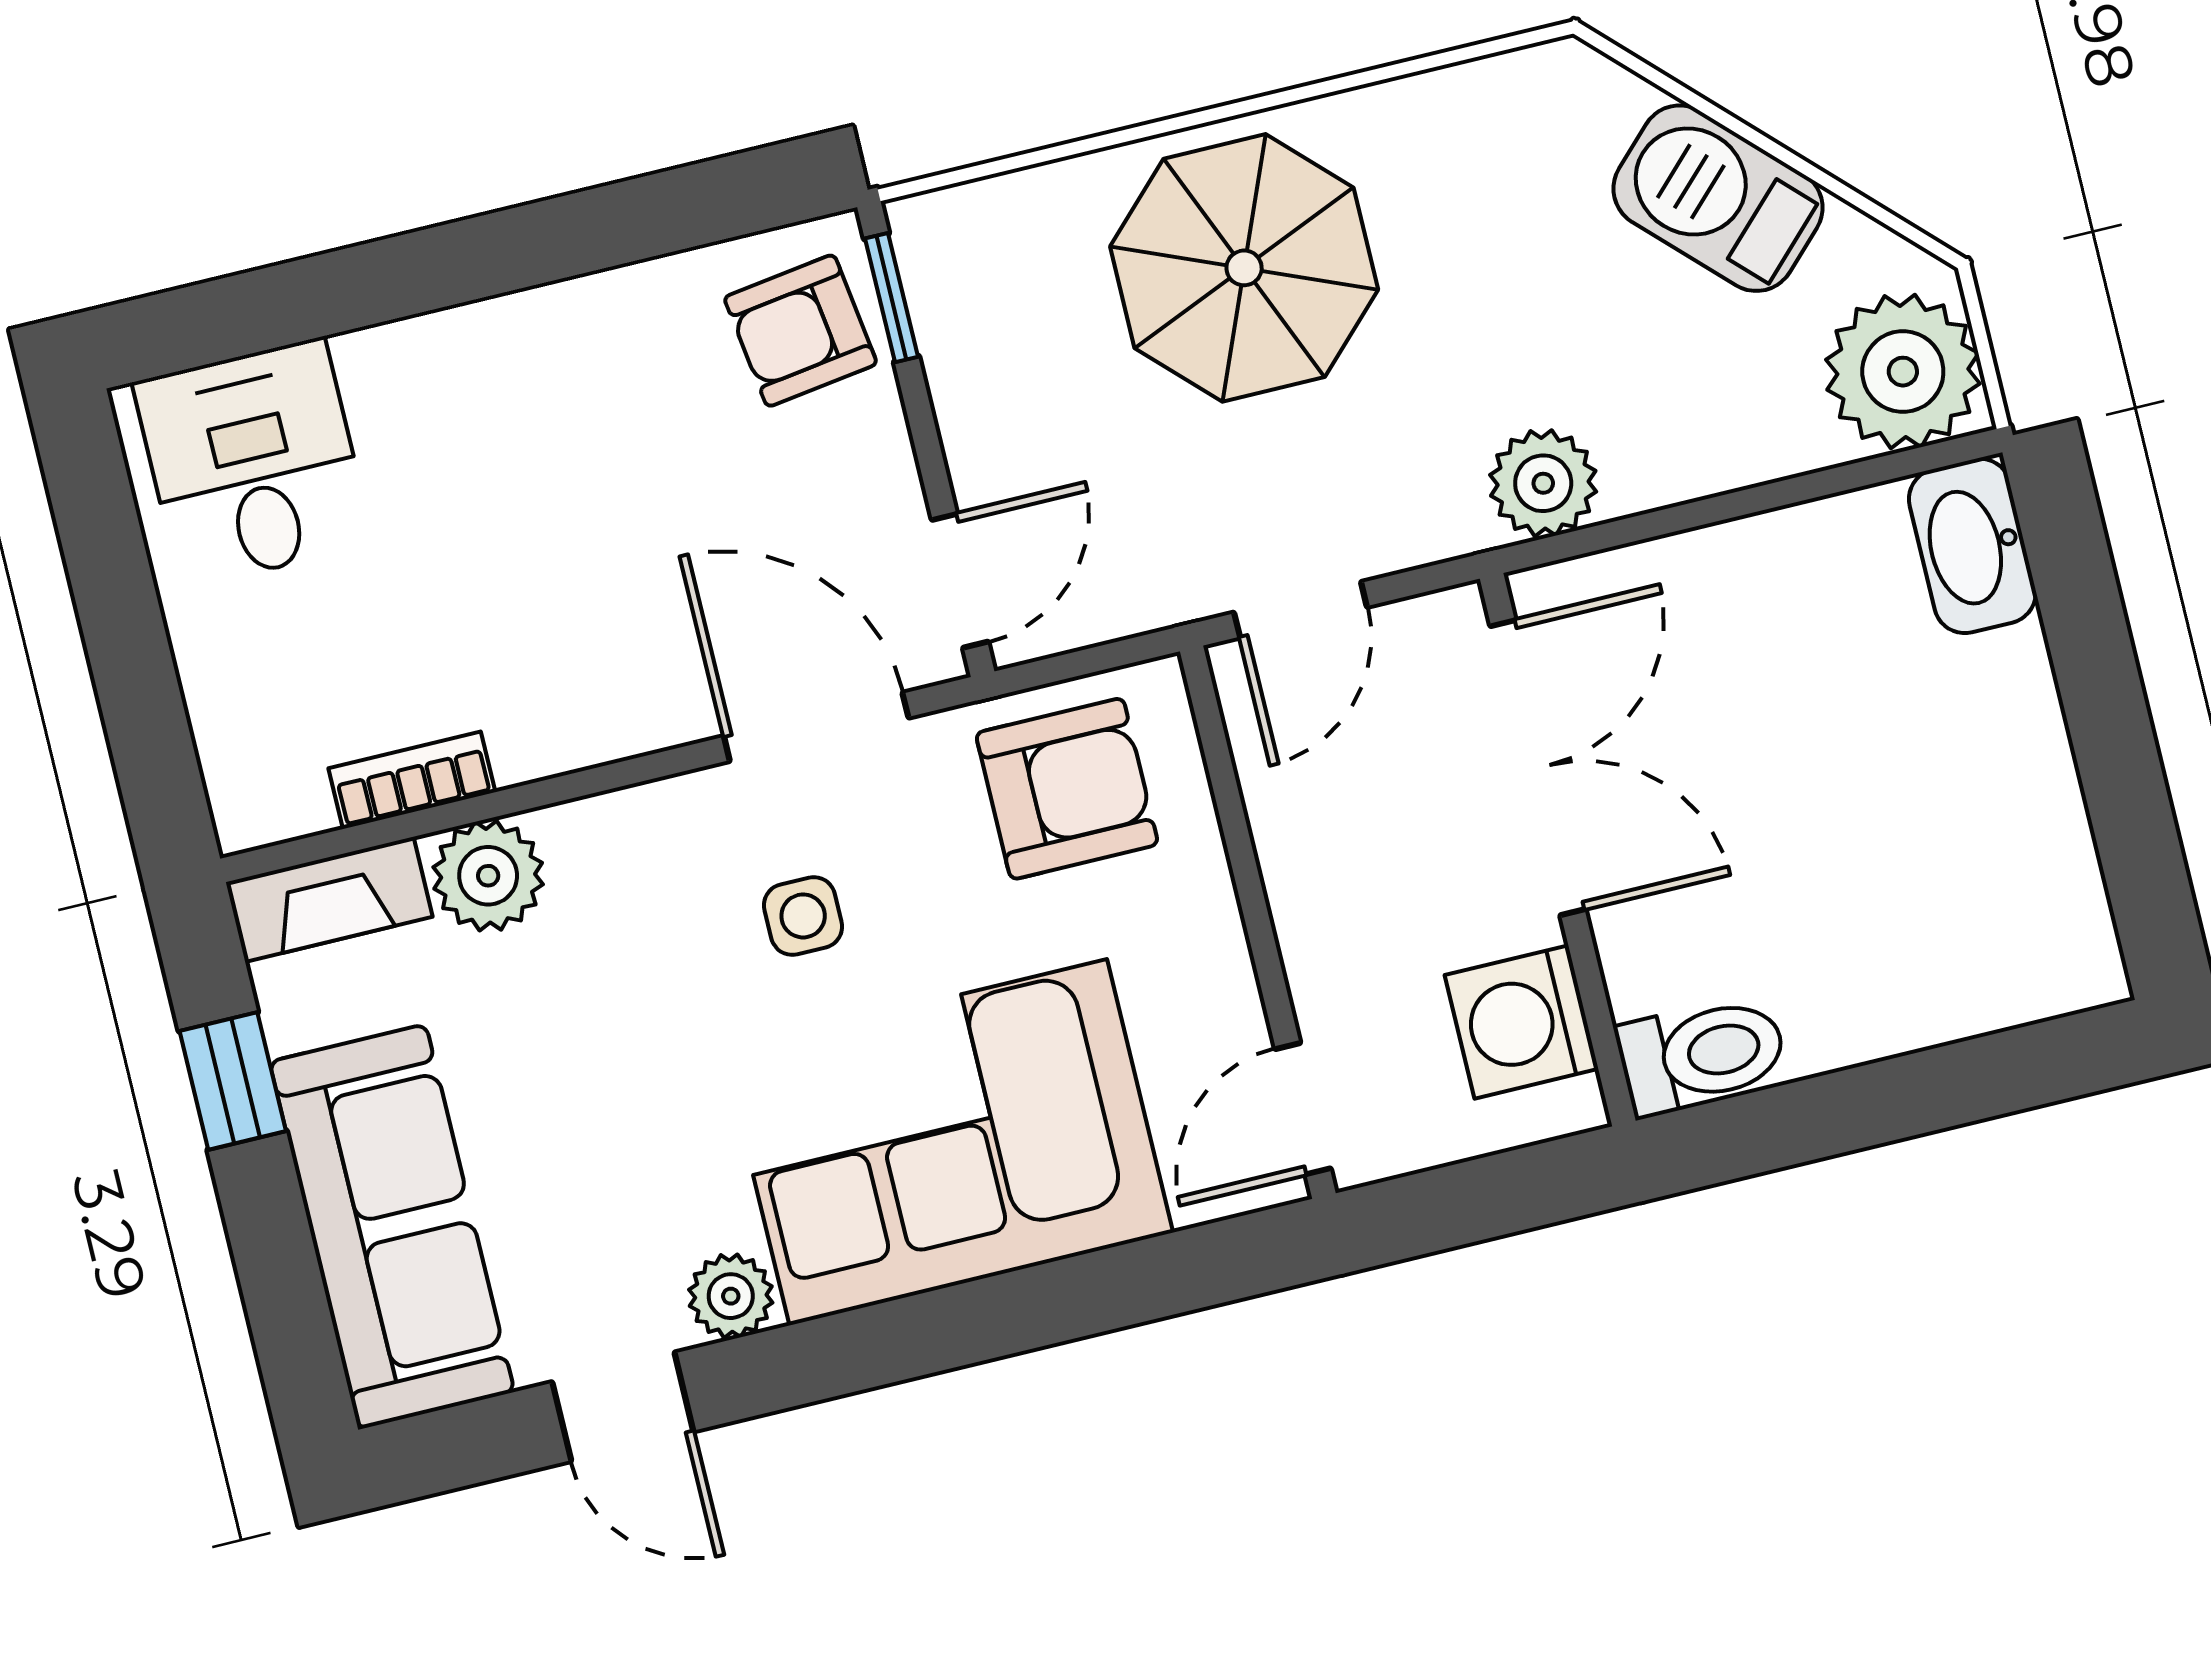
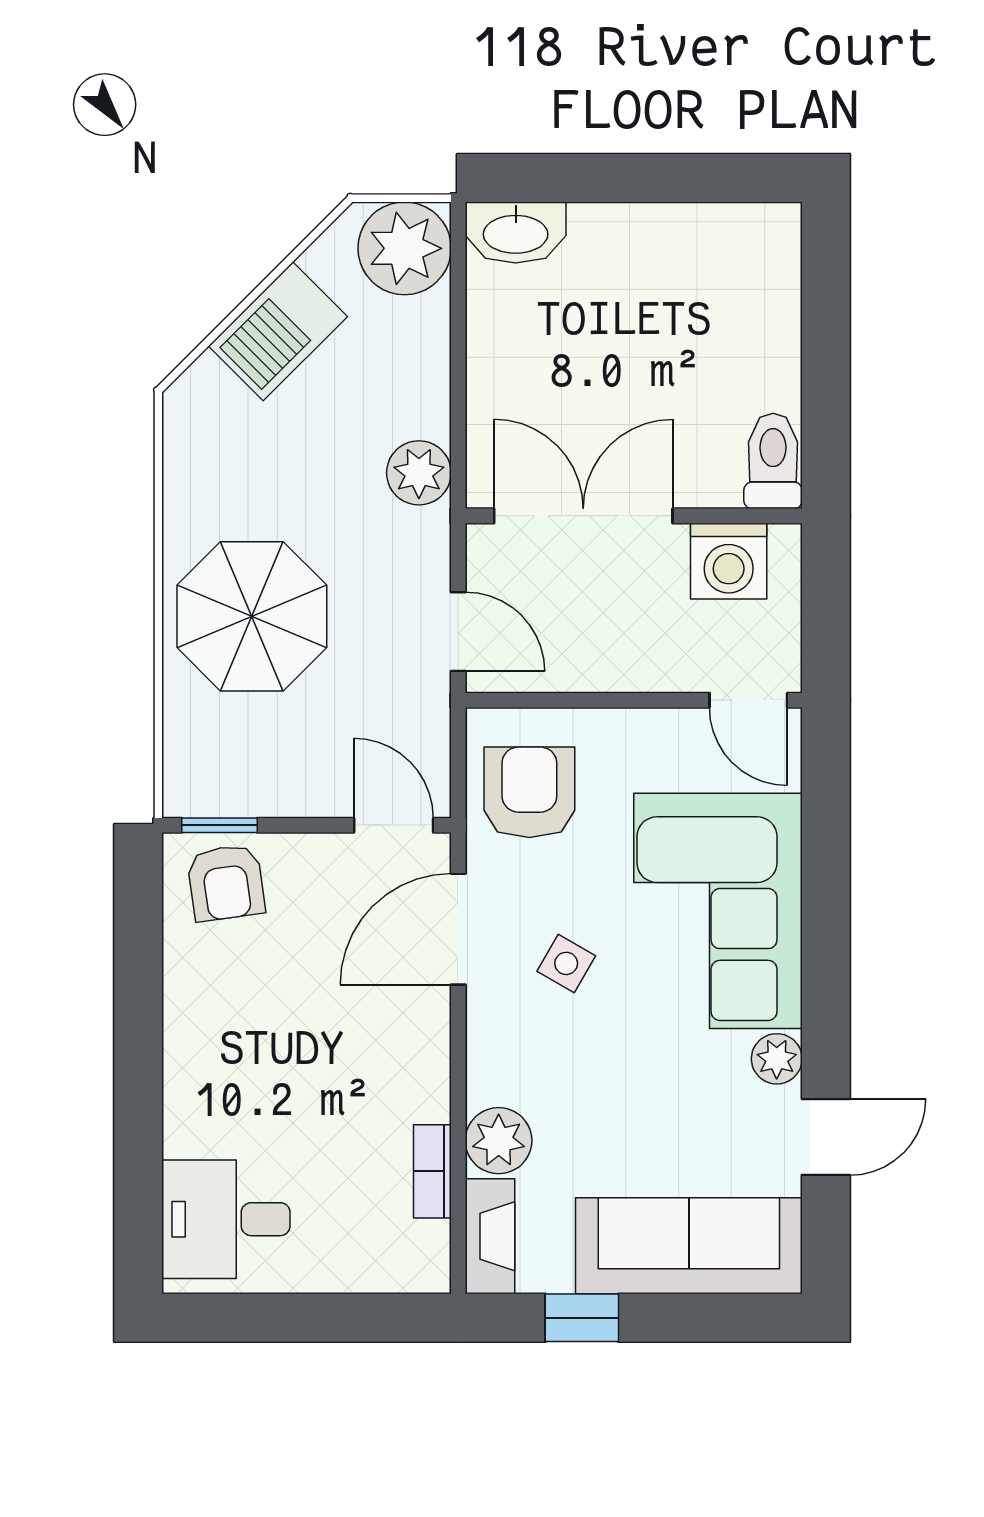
side table: (803, 916) -> (566, 963), turned 30

